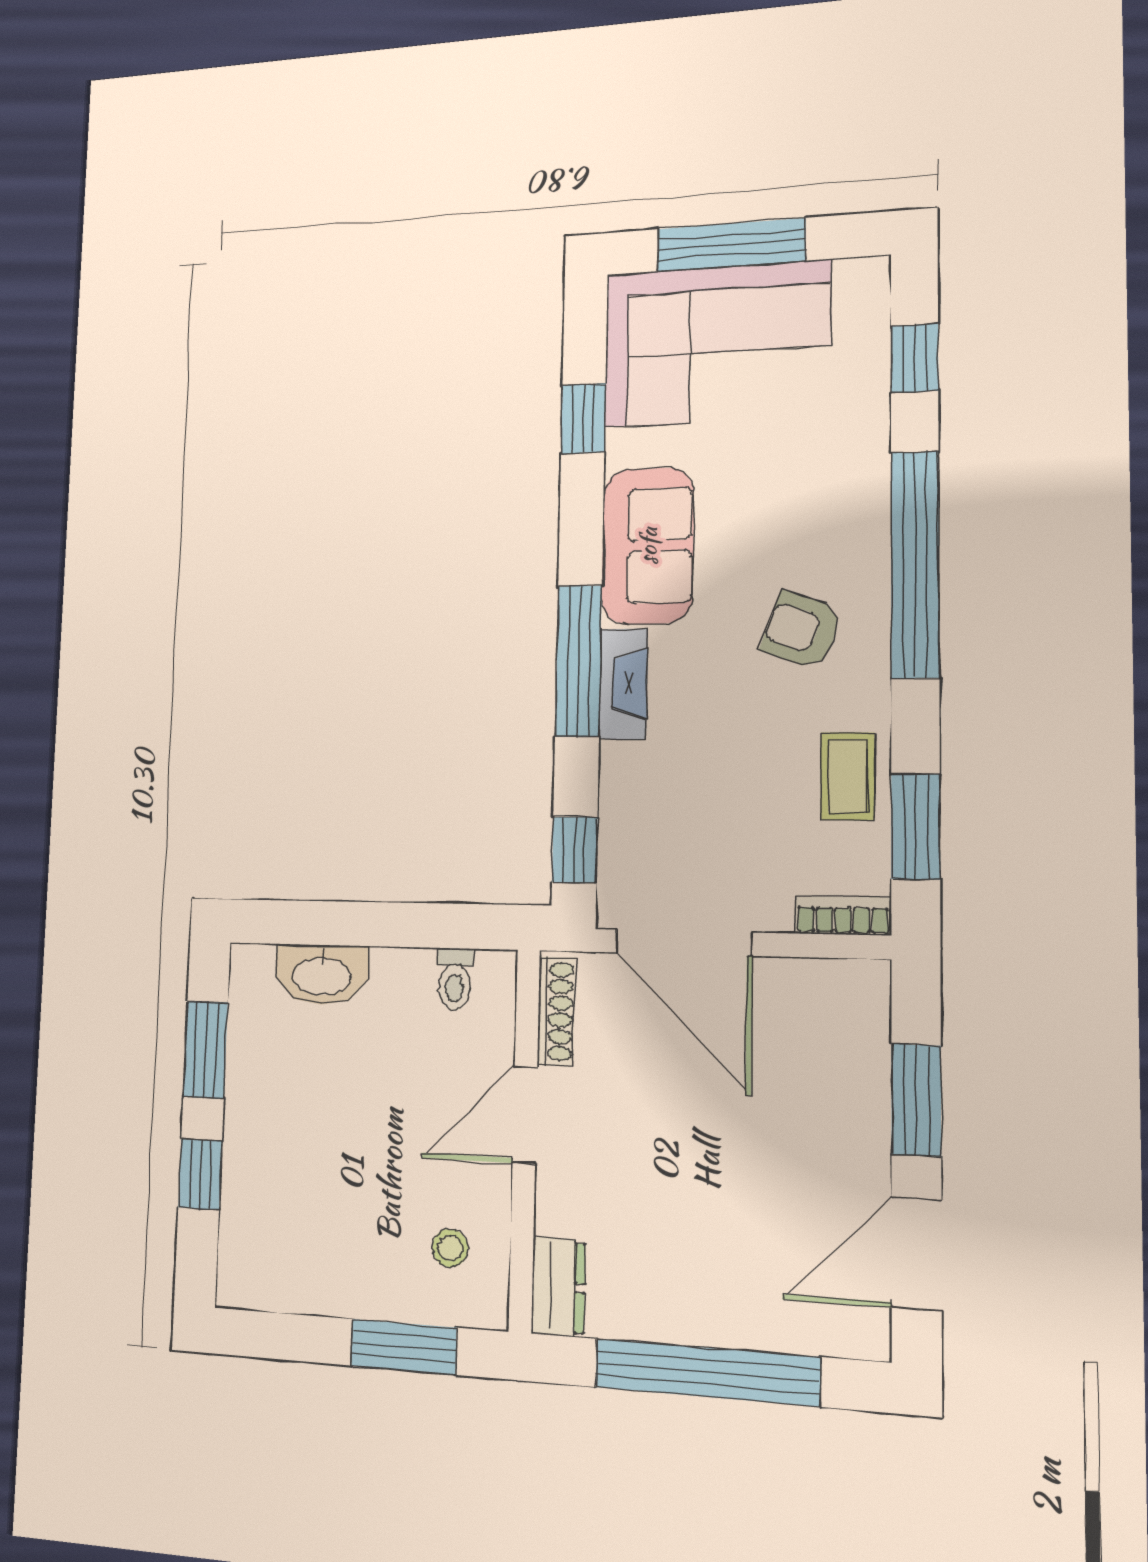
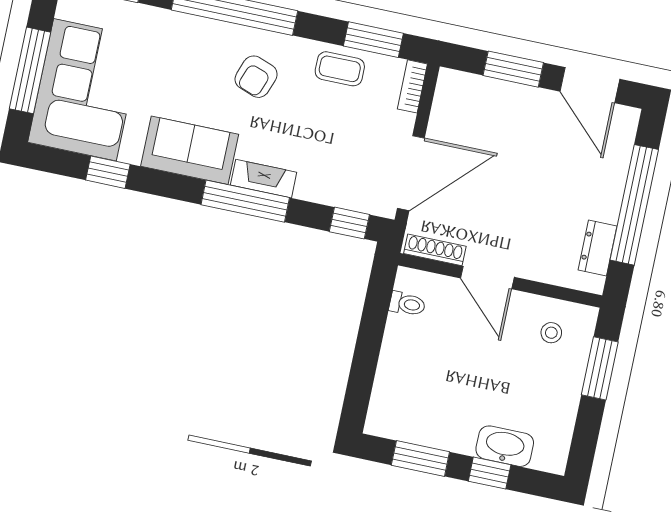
washbasin: (322, 975) -> (505, 446), moved, turned -90
dresser: (558, 1287) -> (598, 248), moved, turned -90

